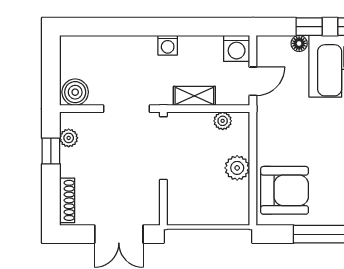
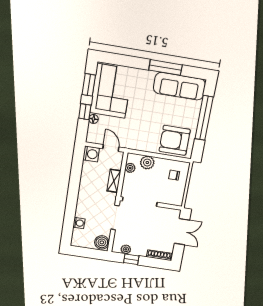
washing machine: (168, 45) -> (79, 223), moved
plant: (237, 168) -> (147, 163), moved
armchair: (285, 190) -> (175, 140), turned -90
chair: (222, 201) -> (174, 175), added

